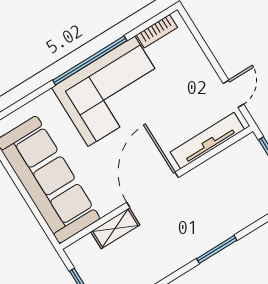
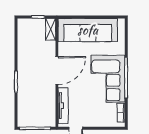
door: (153, 190) -> (57, 70), hinge flipped
shelving: (115, 228) -> (51, 29), moved

